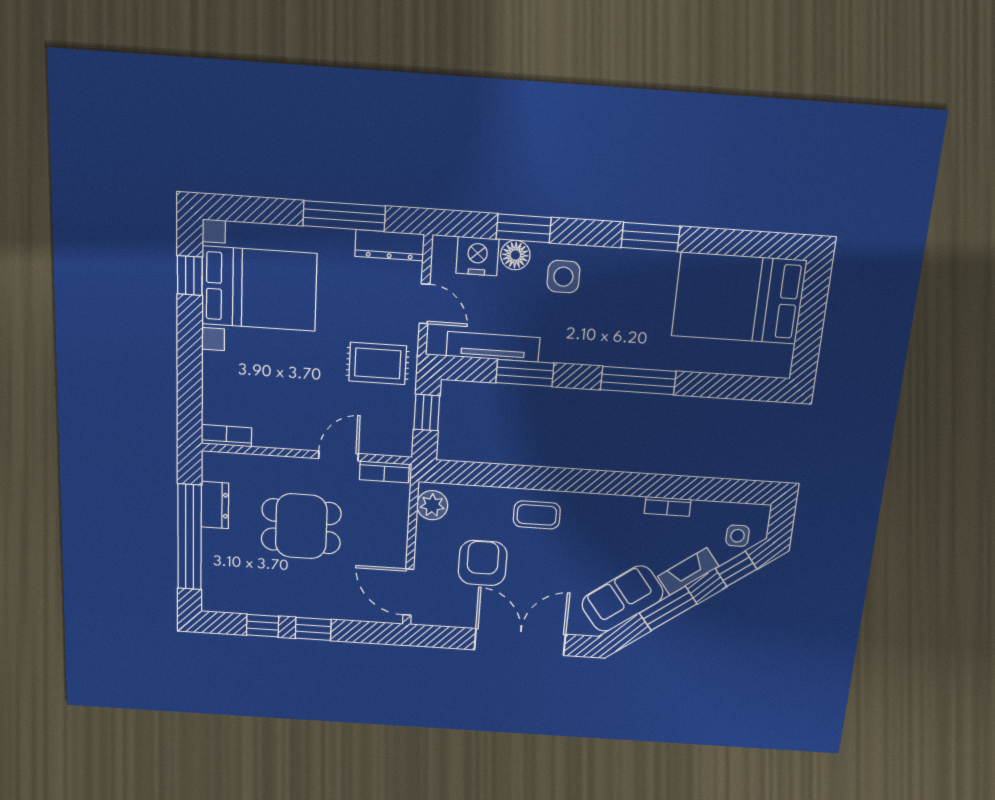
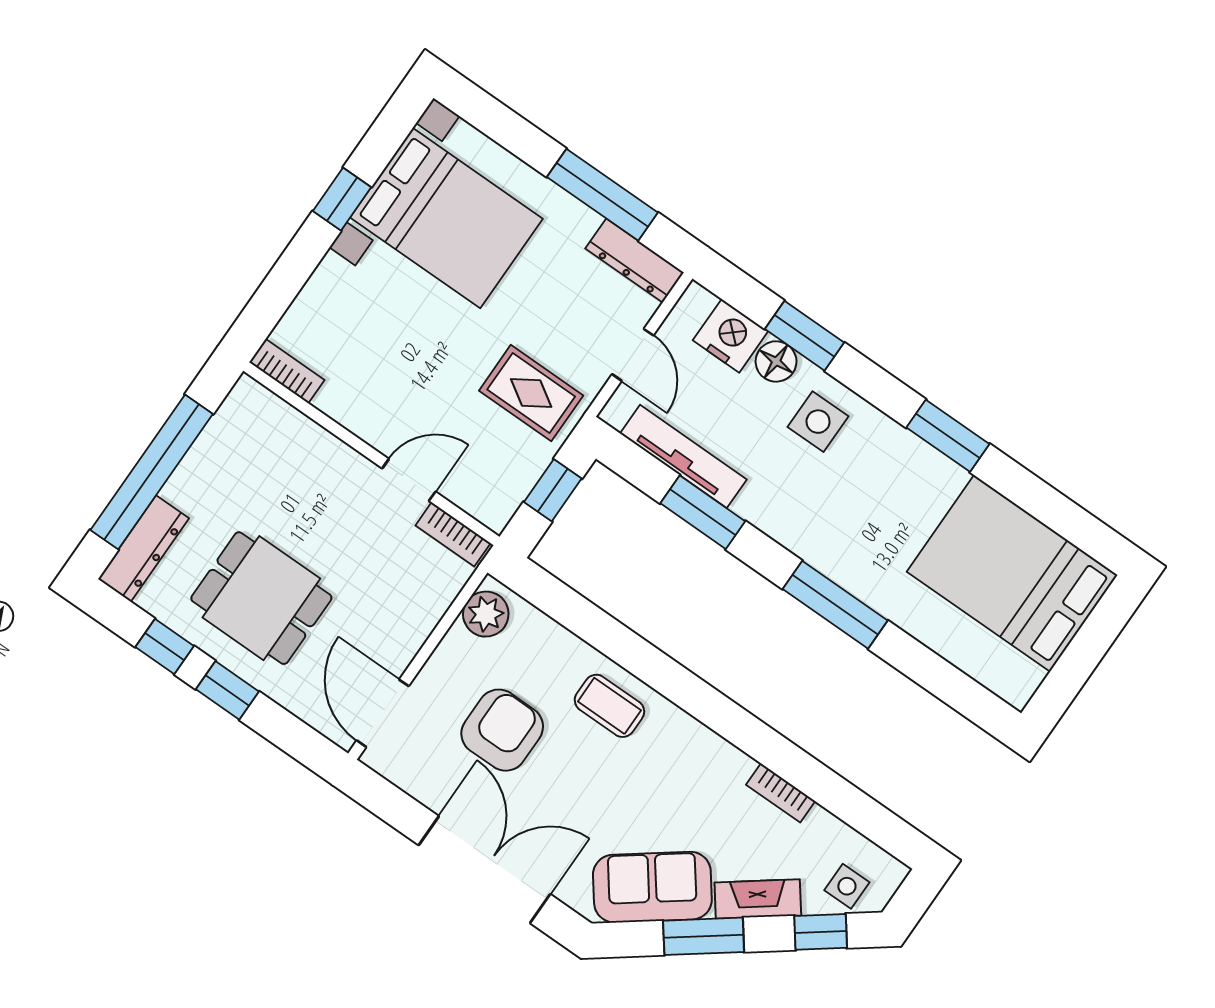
window: (190, 275) -> (342, 199), moved
dresser: (215, 505) -> (143, 549), moved, width x1.44
dining table: (301, 526) -> (261, 598), moved

